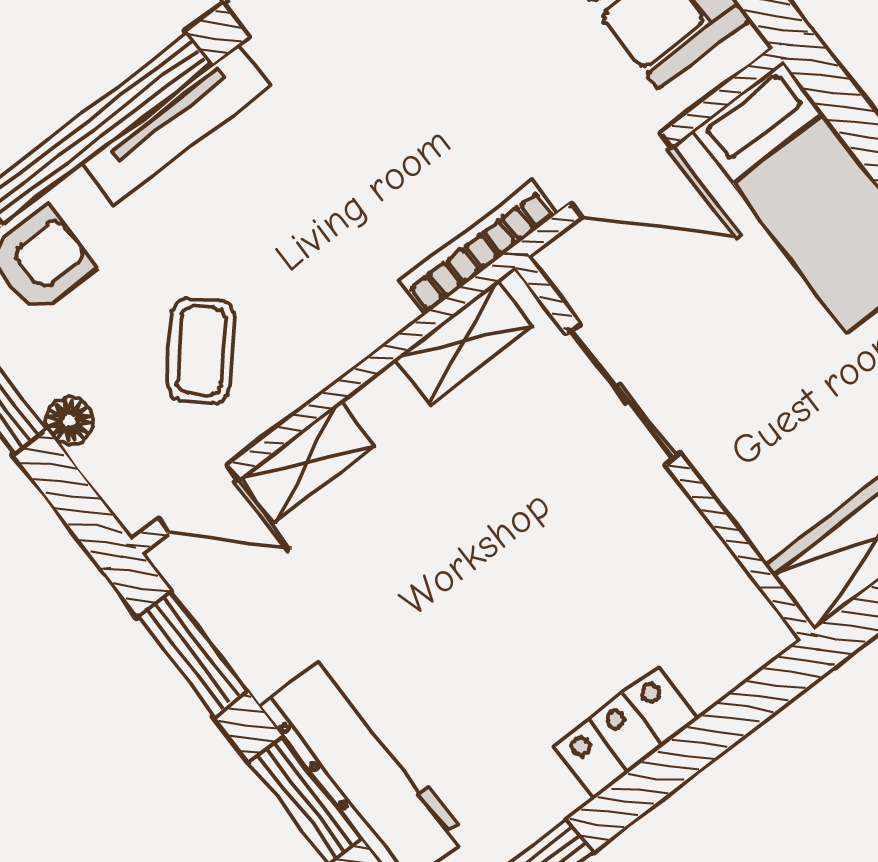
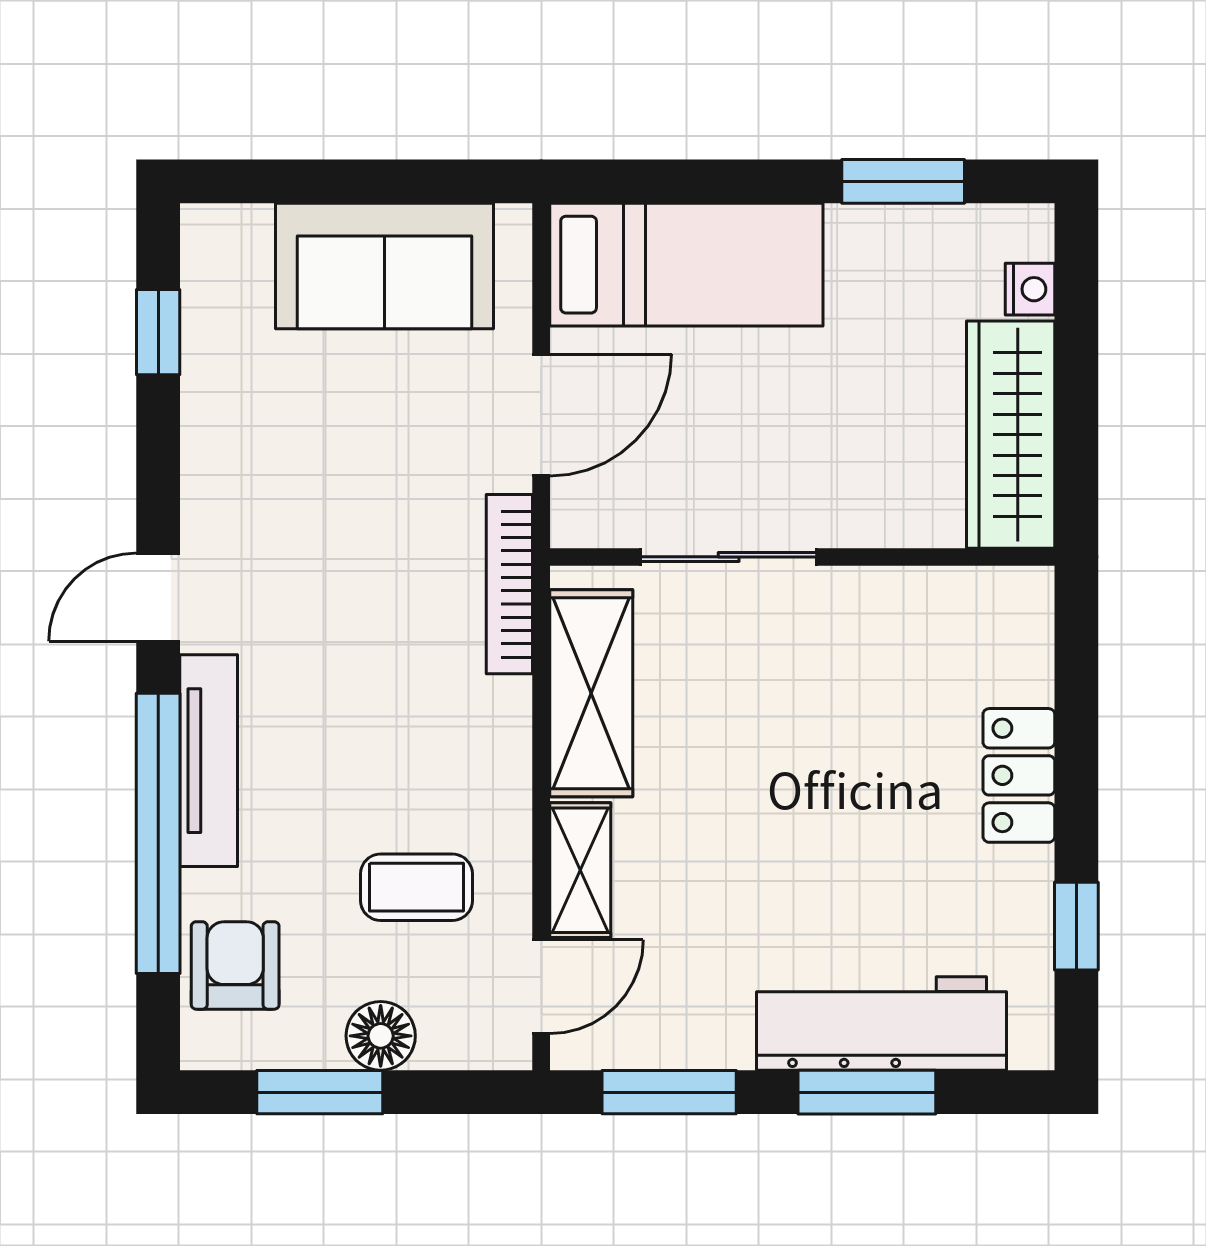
shelving: (464, 342) -> (591, 693), width x1.50, depth x1.33
coffee table: (201, 350) -> (416, 887), turned -41
floor lamp: (69, 421) -> (381, 1036), width x1.37, depth x1.37

